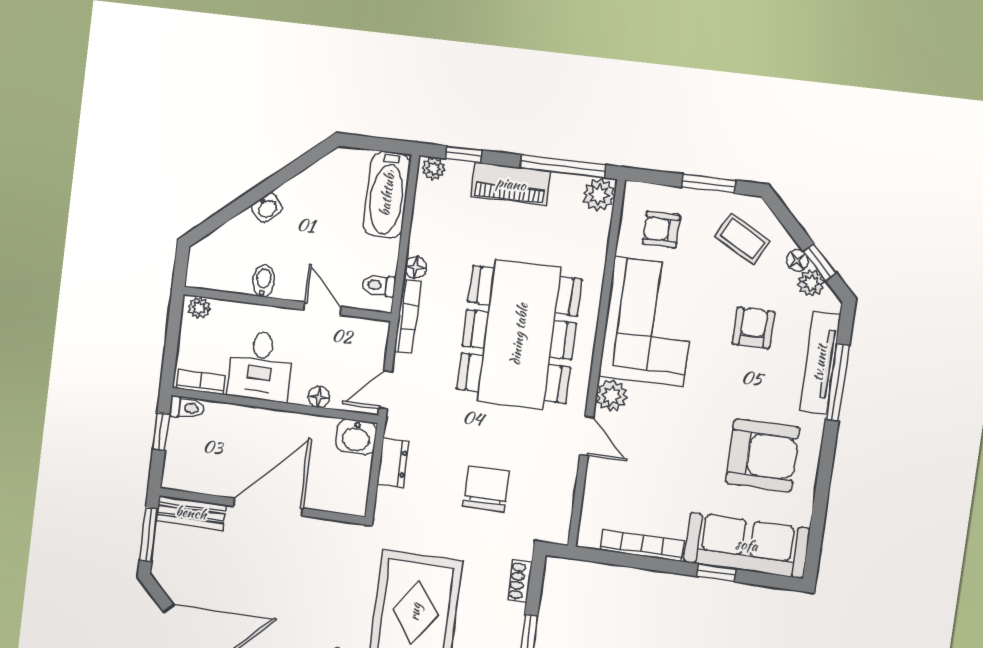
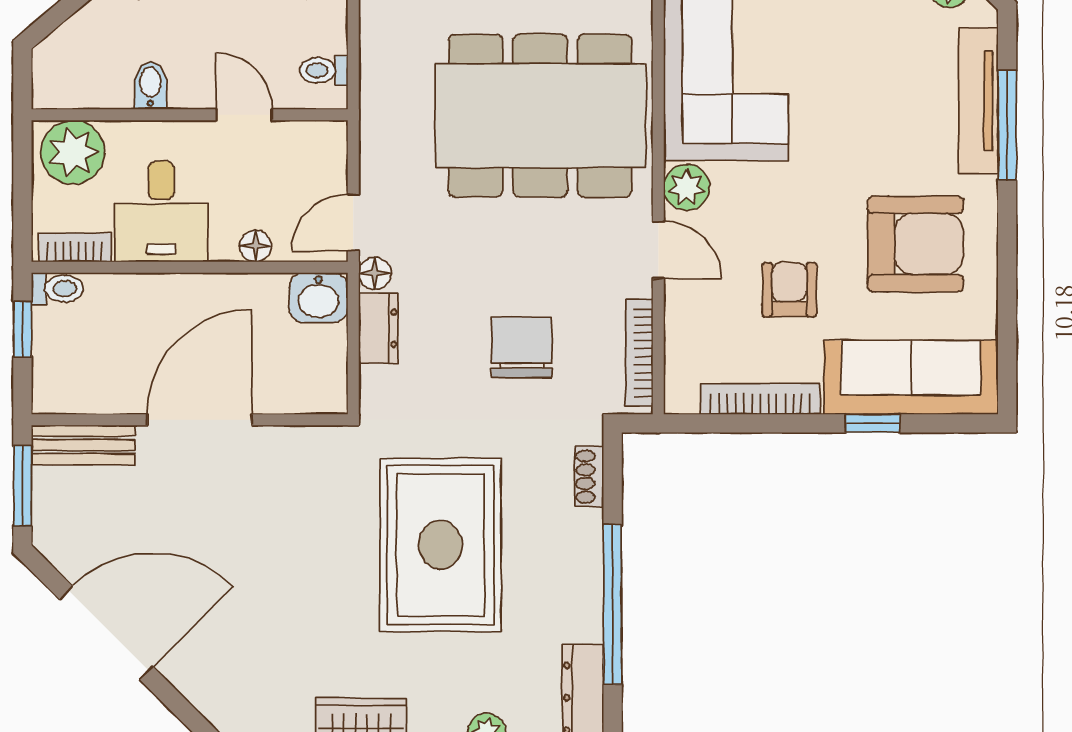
floor lamp: (416, 267) -> (375, 273), moved
plant: (199, 308) -> (73, 152), width x1.87, depth x1.87
bookcase: (408, 317) -> (639, 353), moved, turned 180
armchair: (753, 328) -> (789, 290), moved
dining table: (519, 334) -> (540, 116), turned 90

